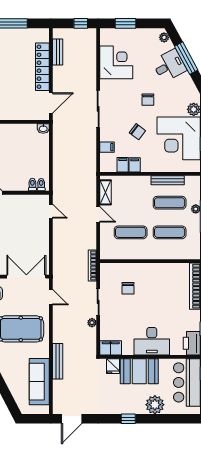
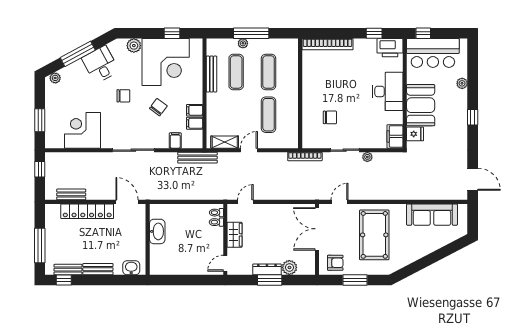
desk: (169, 66) -> (100, 65), moved
washbasin: (43, 129) -> (157, 231), moved, width x1.91, depth x1.45
wardrobe: (21, 201) -> (234, 235), added
bench: (58, 361) -> (197, 158), moved
plant: (155, 405) -> (462, 83), width x0.53, depth x0.53

